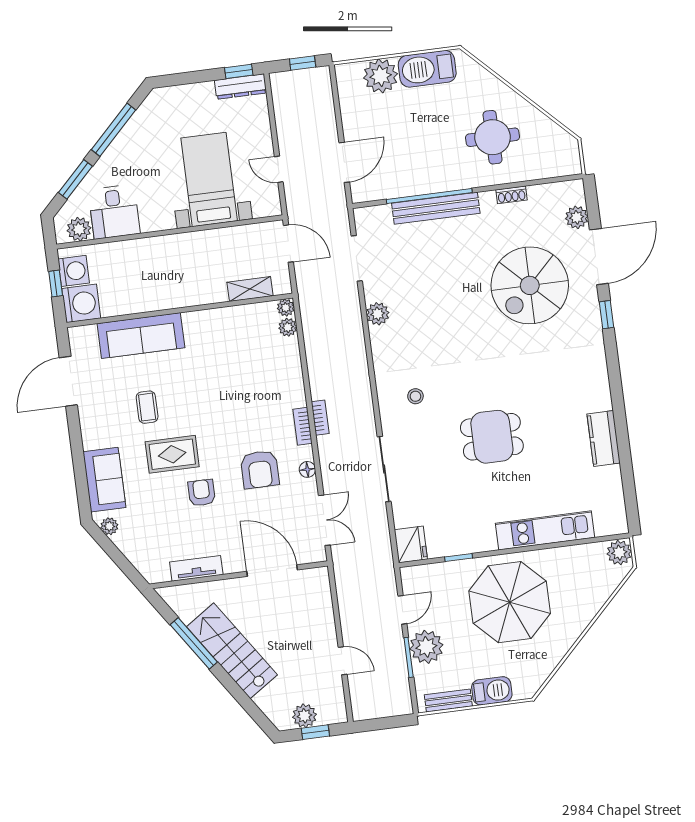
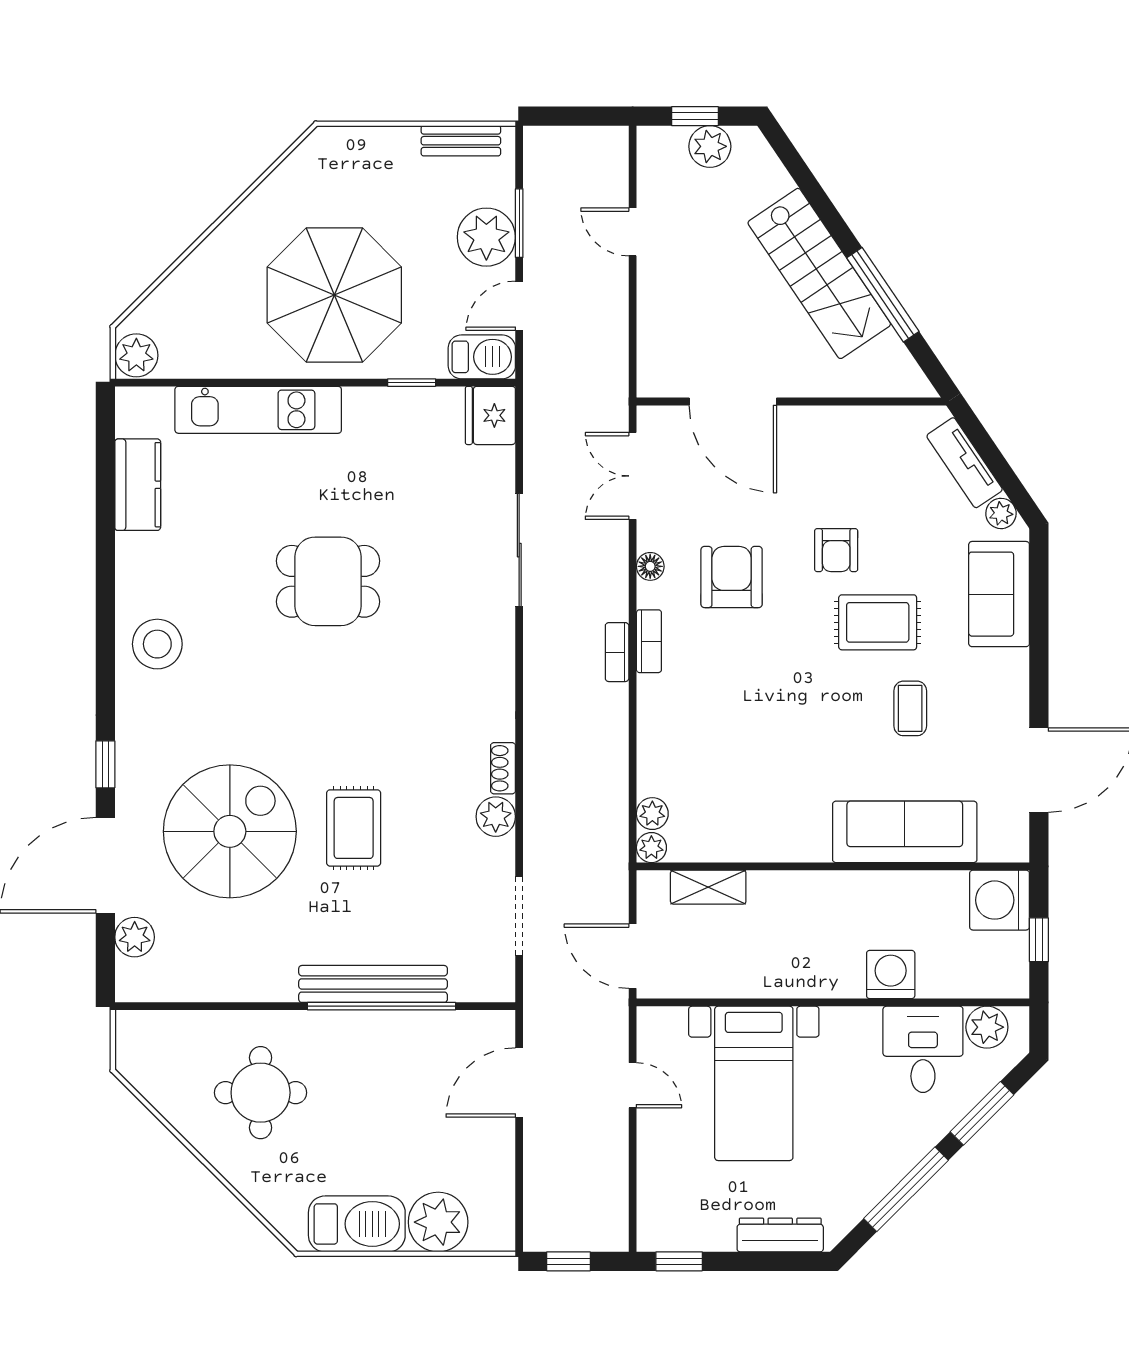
dresser: (241, 87) -> (780, 1235), moved
shoe rack: (511, 195) -> (503, 768), moved, turned -90
washing machine: (74, 271) -> (891, 975), moved, turned 90
rug: (459, 297) -> (354, 828), added
stool: (415, 396) -> (157, 644), moved, width x1.89, depth x1.89
kitchen counter: (604, 438) -> (138, 485), moved
tv unit: (196, 568) -> (965, 463), moved, turned 56
barbecue: (492, 691) -> (482, 357), moved, turned 180

